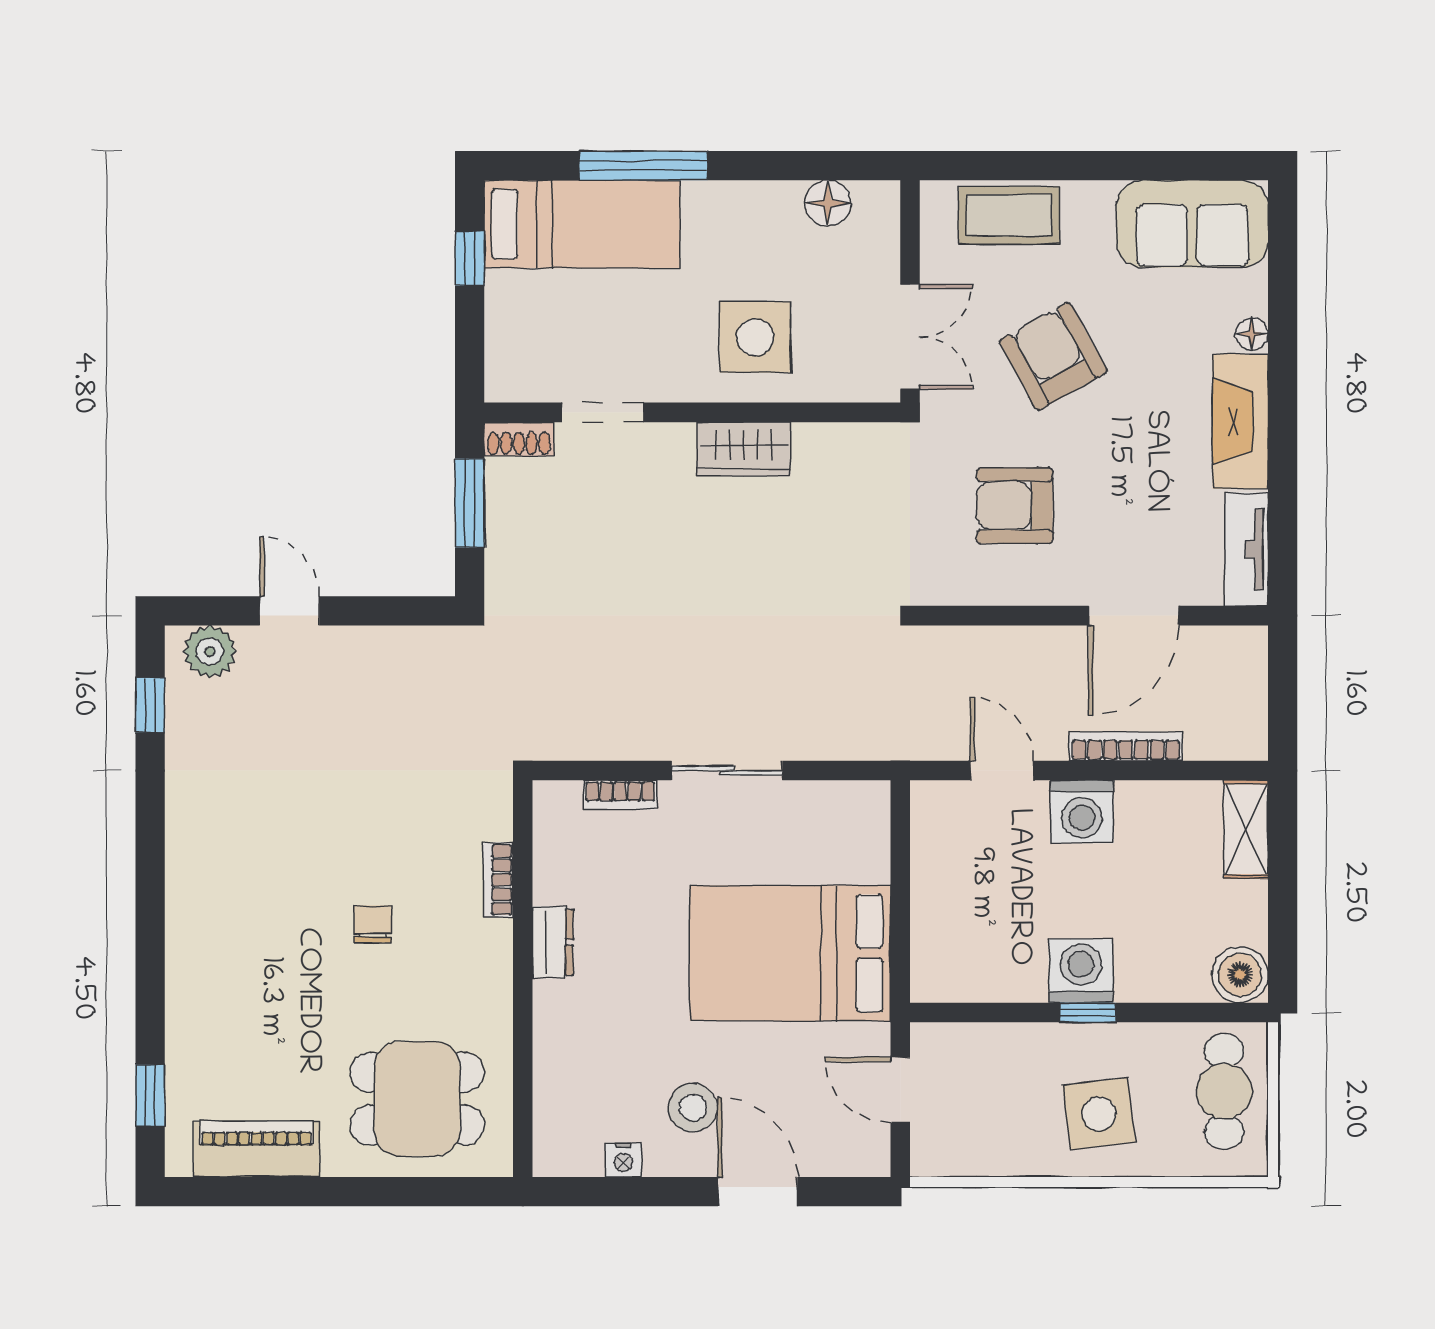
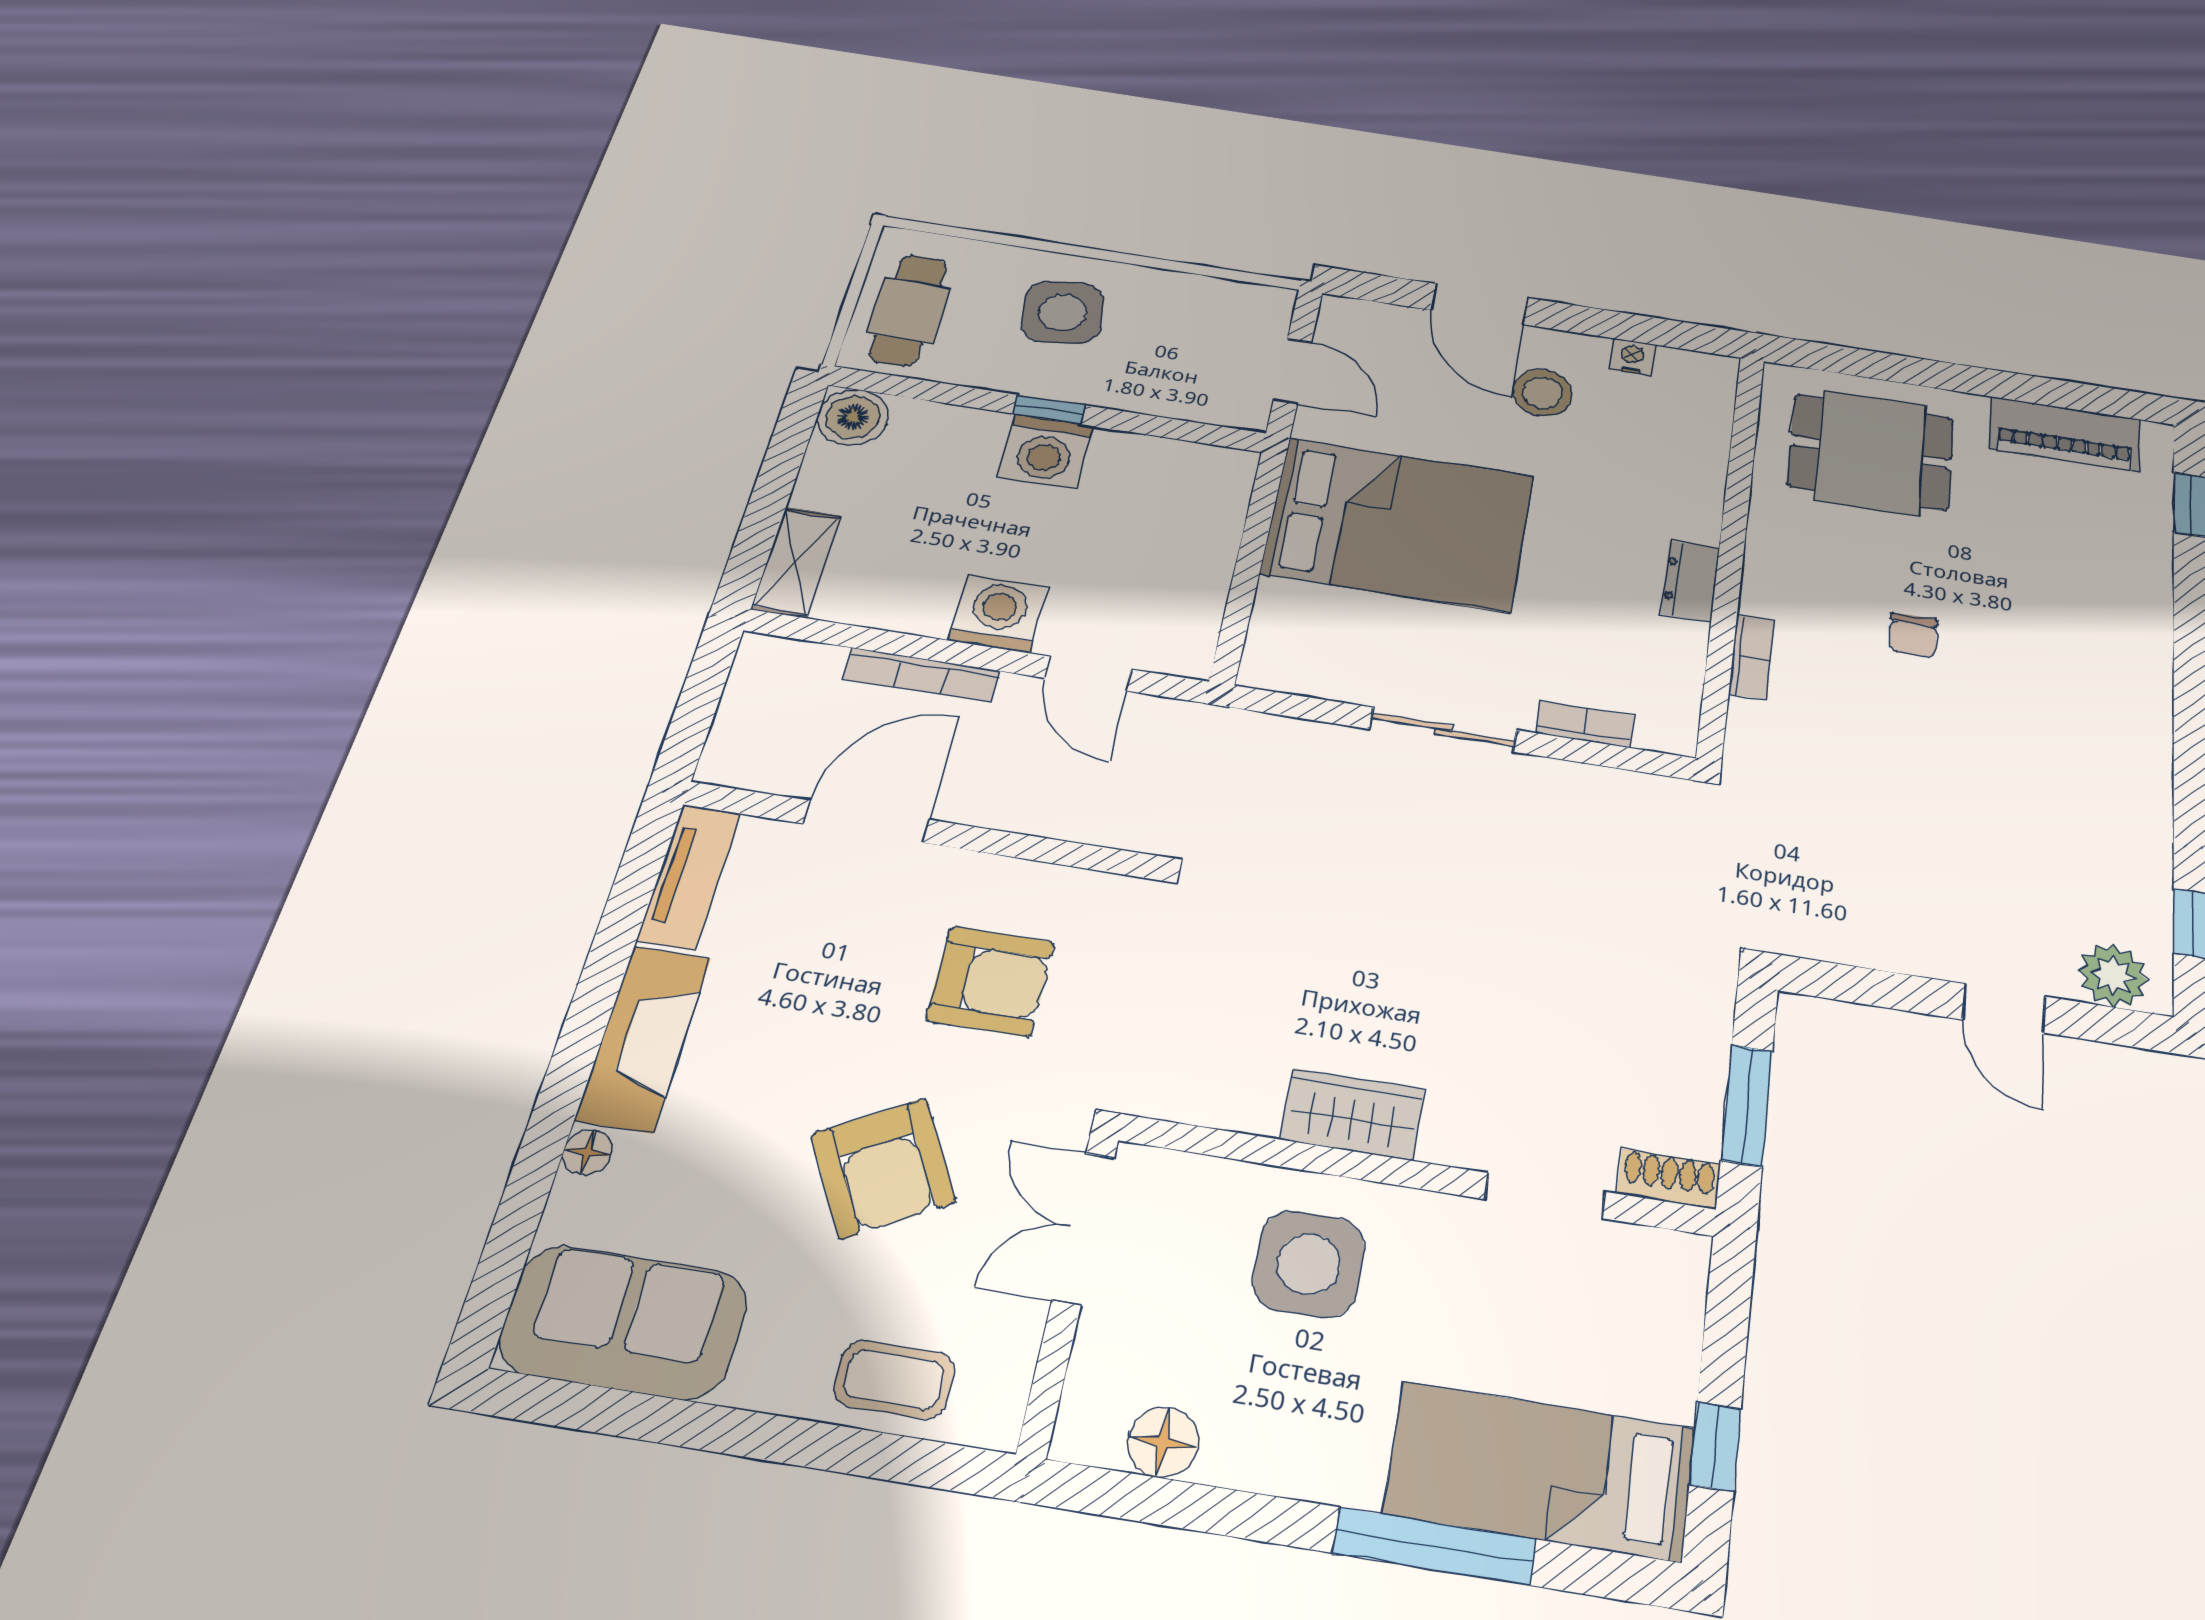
coffee table: (1009, 215) -> (894, 1379), width x0.73, depth x0.77

